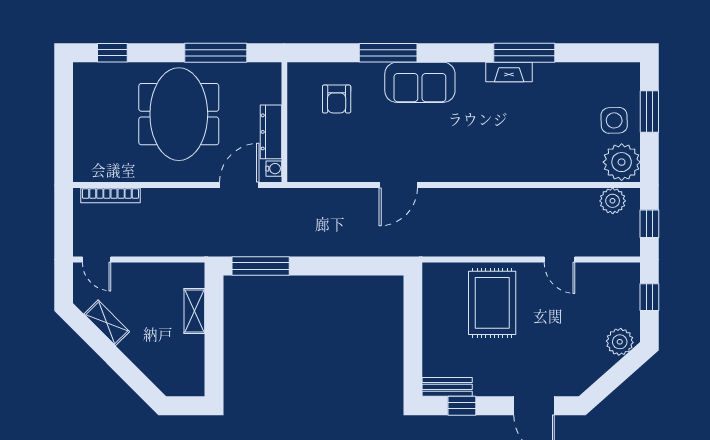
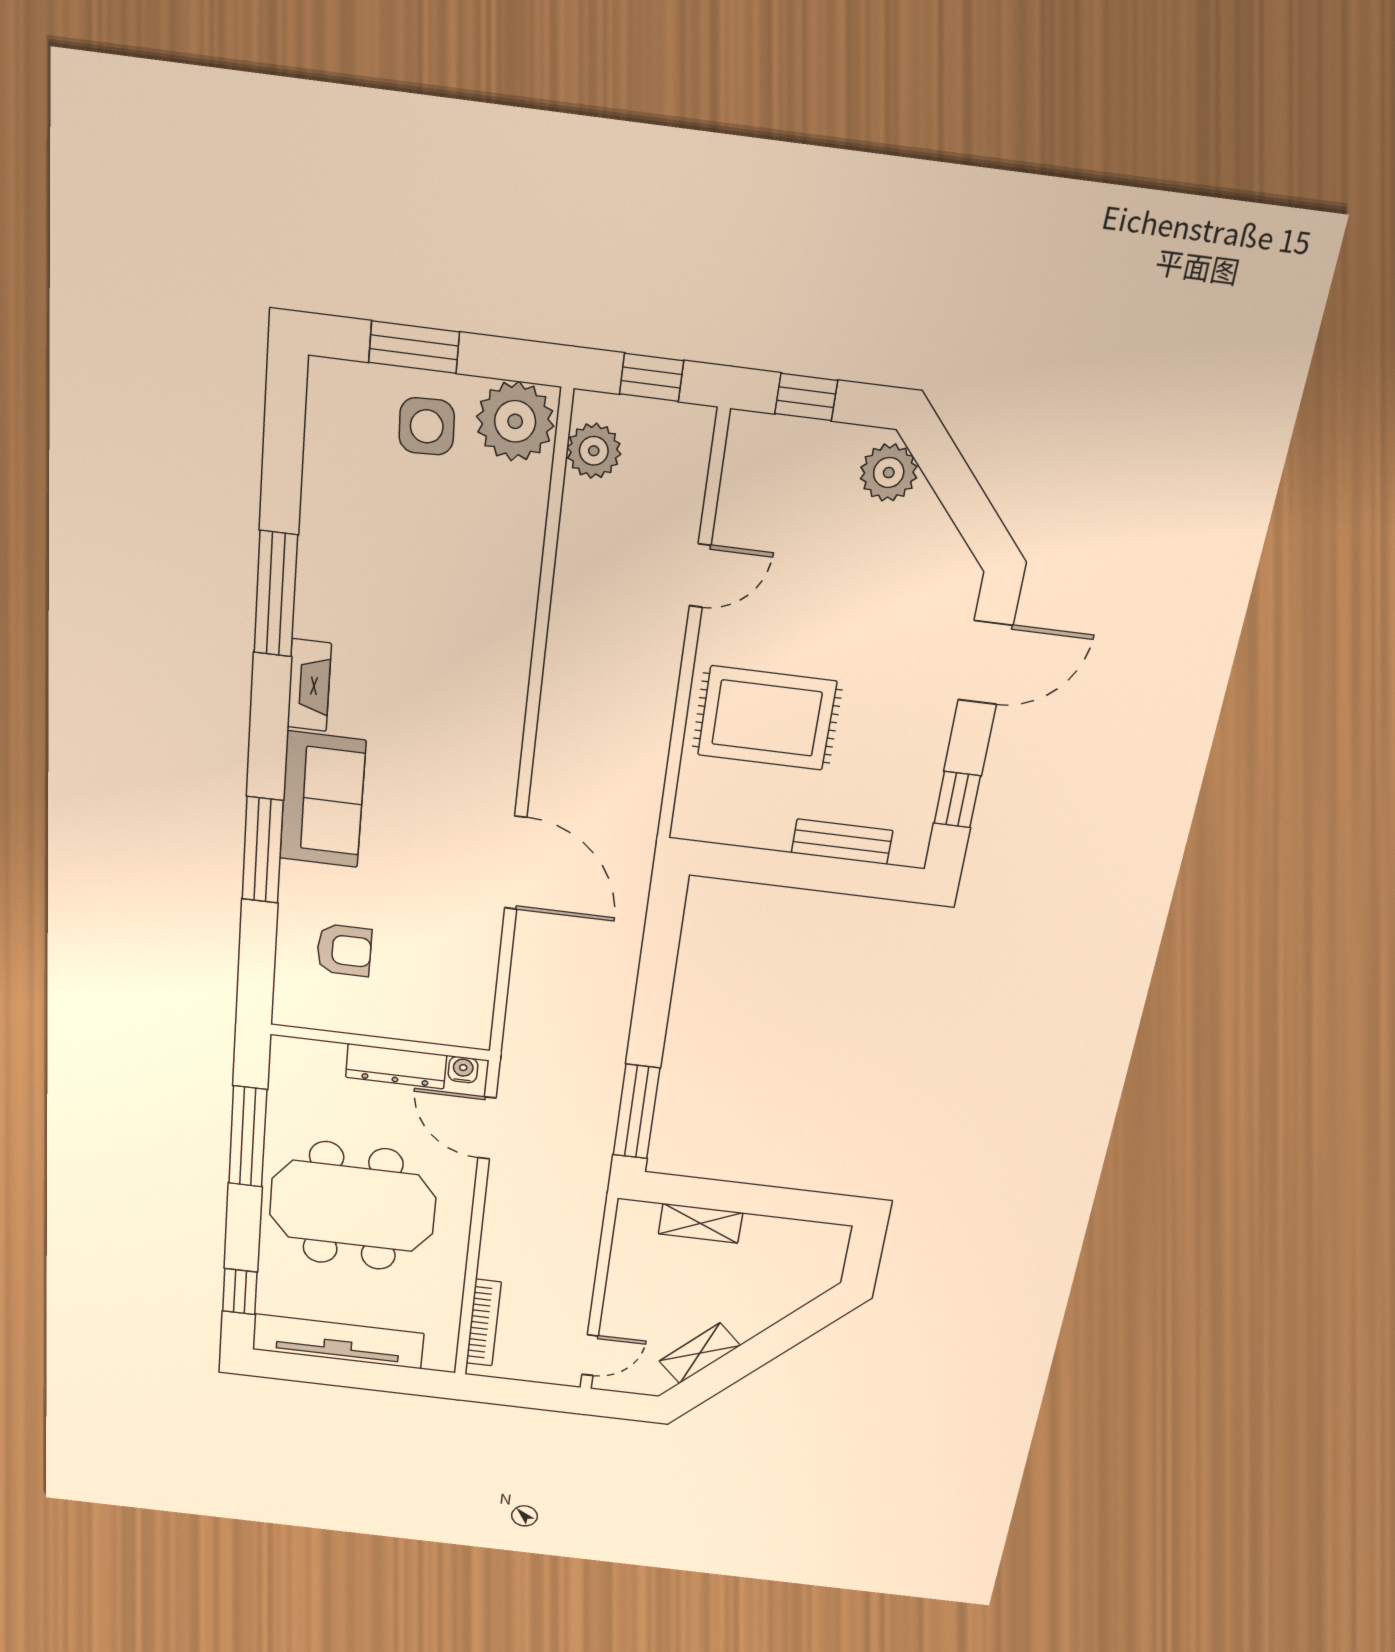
fireplace: (509, 72) -> (309, 685), moved
tv unit: (86, 112) -> (338, 1341), added
door: (398, 185) -> (516, 863), width x1.36
bench: (447, 387) -> (842, 842), moved, turned 90

